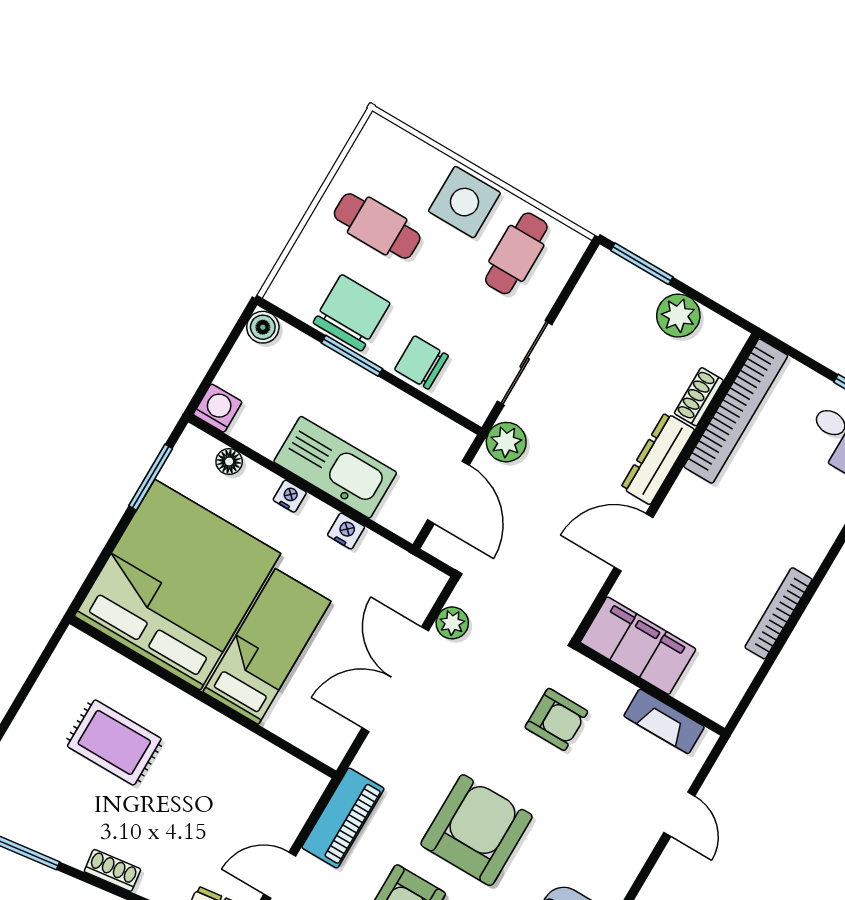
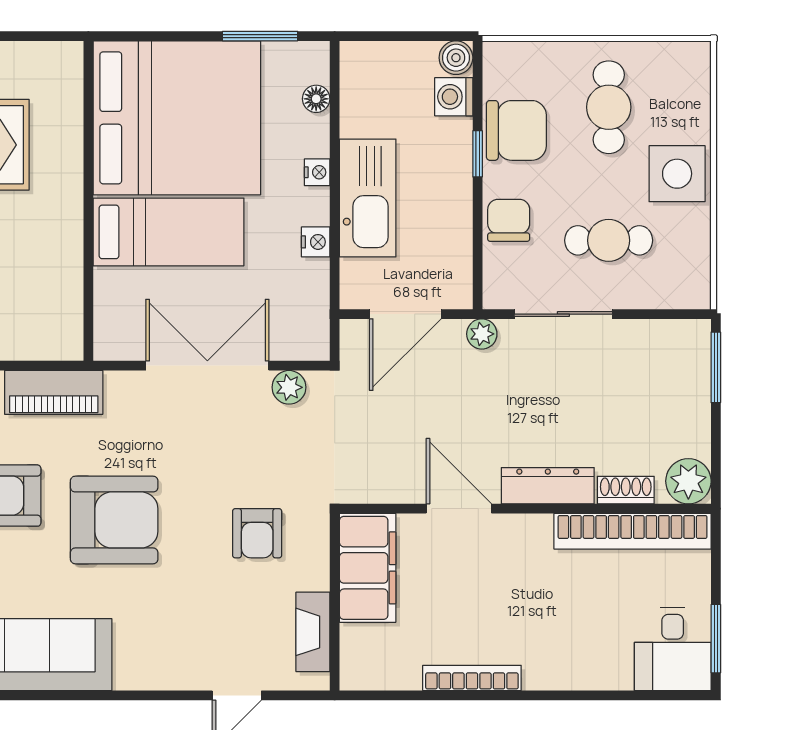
cafe table: (516, 253) -> (609, 240), moved
plant: (678, 316) -> (688, 481), moved
window: (352, 356) -> (478, 154), width x0.67
washing machine: (218, 408) -> (454, 97), moved, turned 180
plant: (506, 442) -> (482, 334), width x0.73, depth x0.73

